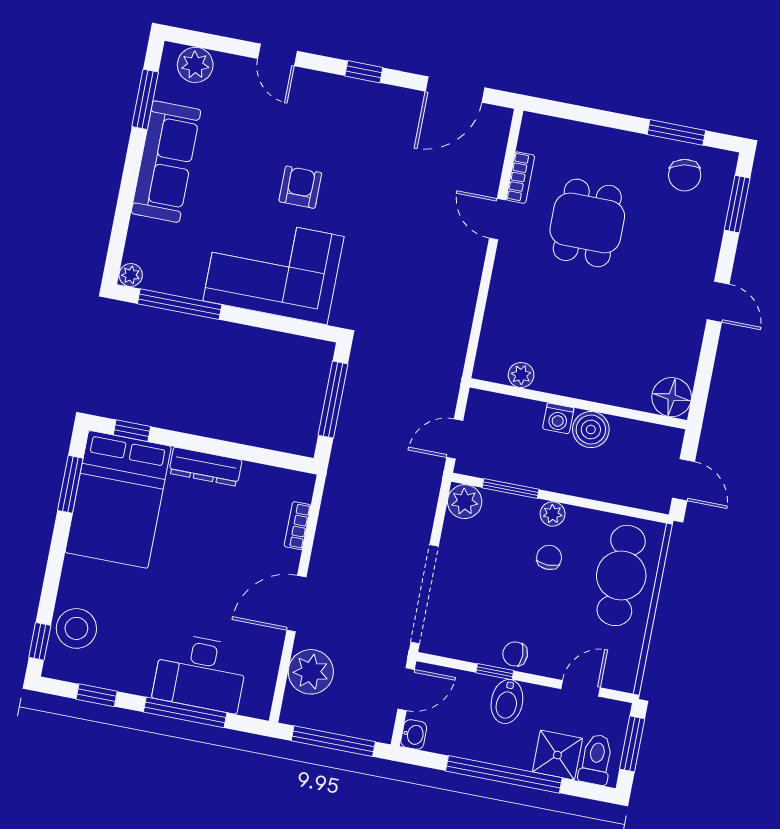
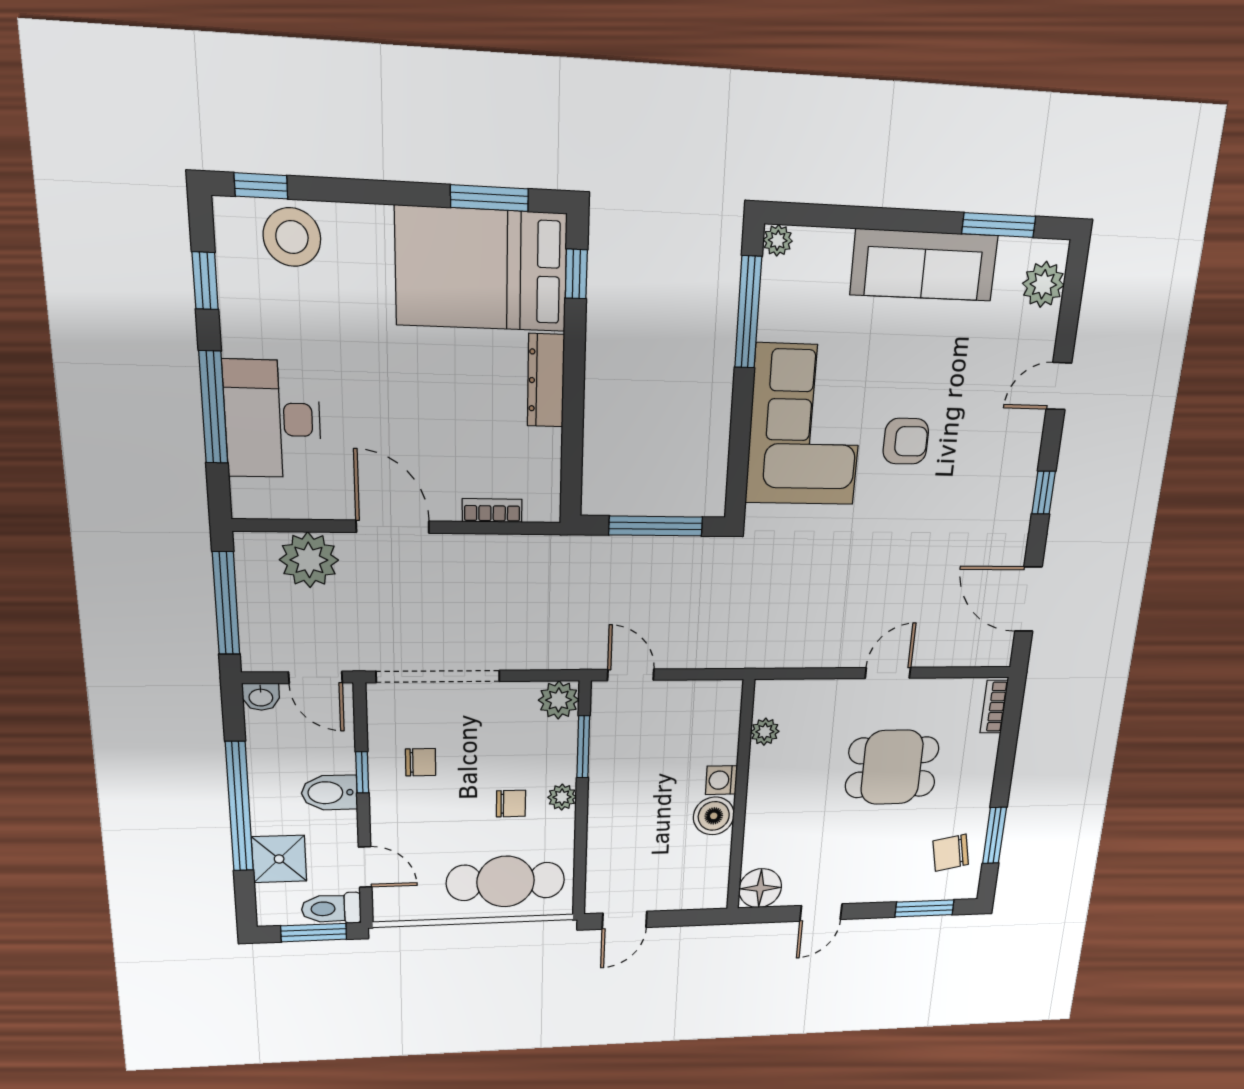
bookcase: (520, 178) -> (994, 707), moved, turned 90
plant: (521, 375) -> (765, 732), moved
floor lamp: (672, 397) -> (760, 888), moved
wall: (578, 404) -> (740, 797), moved
washing machine: (558, 418) -> (721, 780), moved
boiler: (591, 430) -> (714, 816), moved
chair: (515, 654) -> (421, 762), moved, turned 90
toilet: (596, 759) -> (331, 909), moved, turned 180

